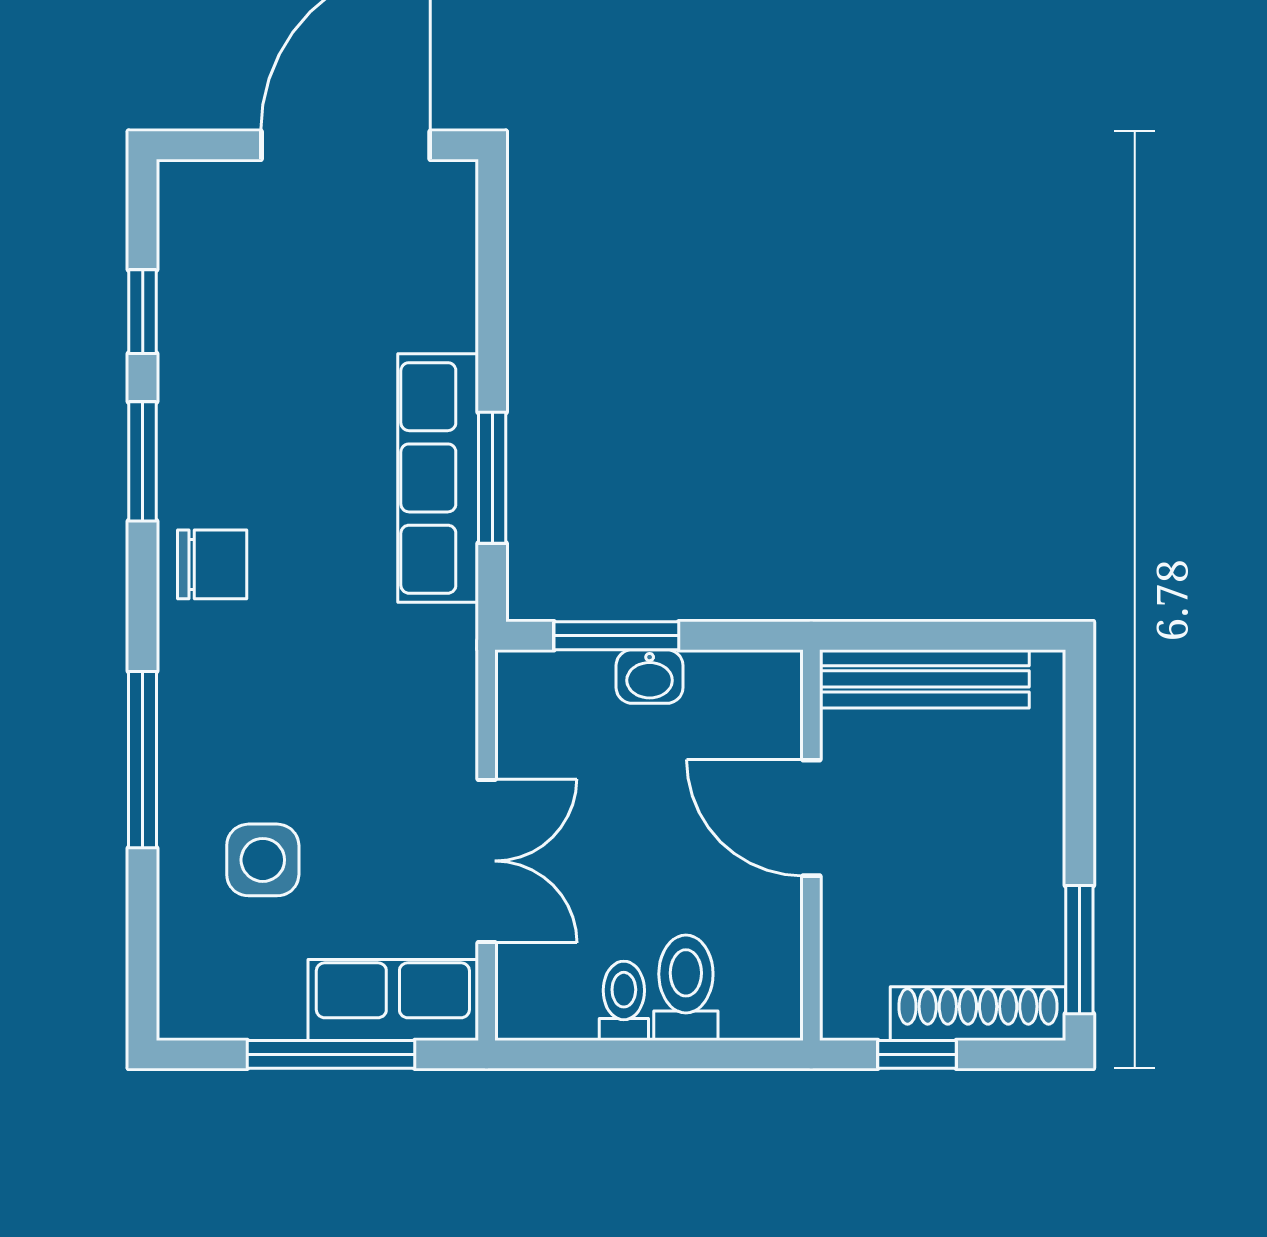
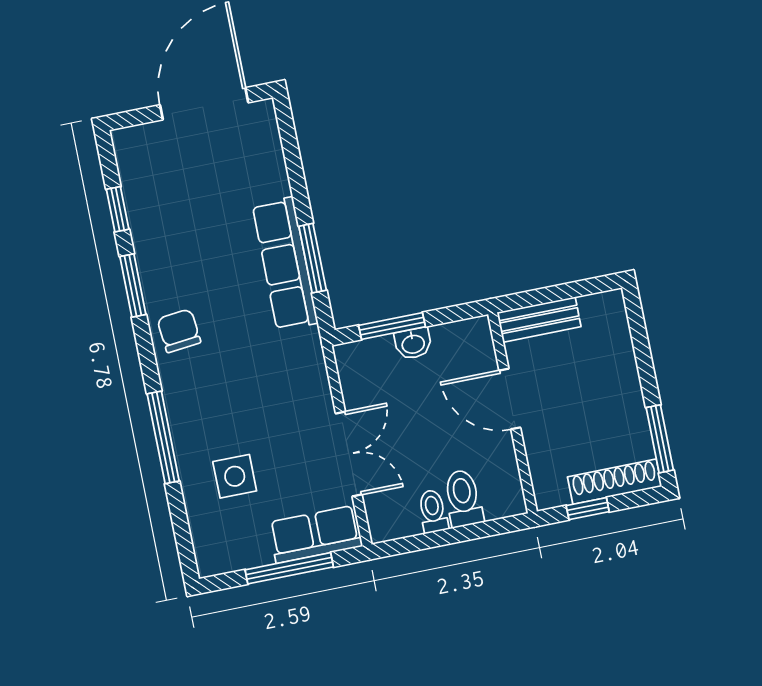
chair: (212, 564) -> (179, 331), turned -96
bench: (924, 679) -> (539, 320), width x0.73

